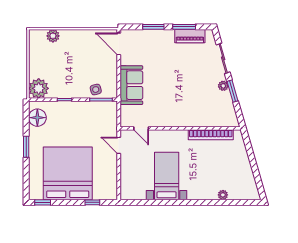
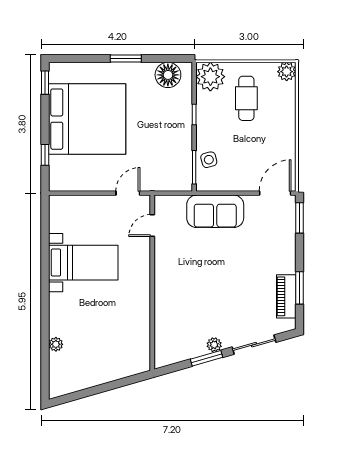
window: (153, 27) -> (300, 218), moved
plant: (53, 36) -> (287, 72), moved
cafe table: (53, 64) -> (246, 98), added
bookcase: (211, 135) -> (143, 327), removed

